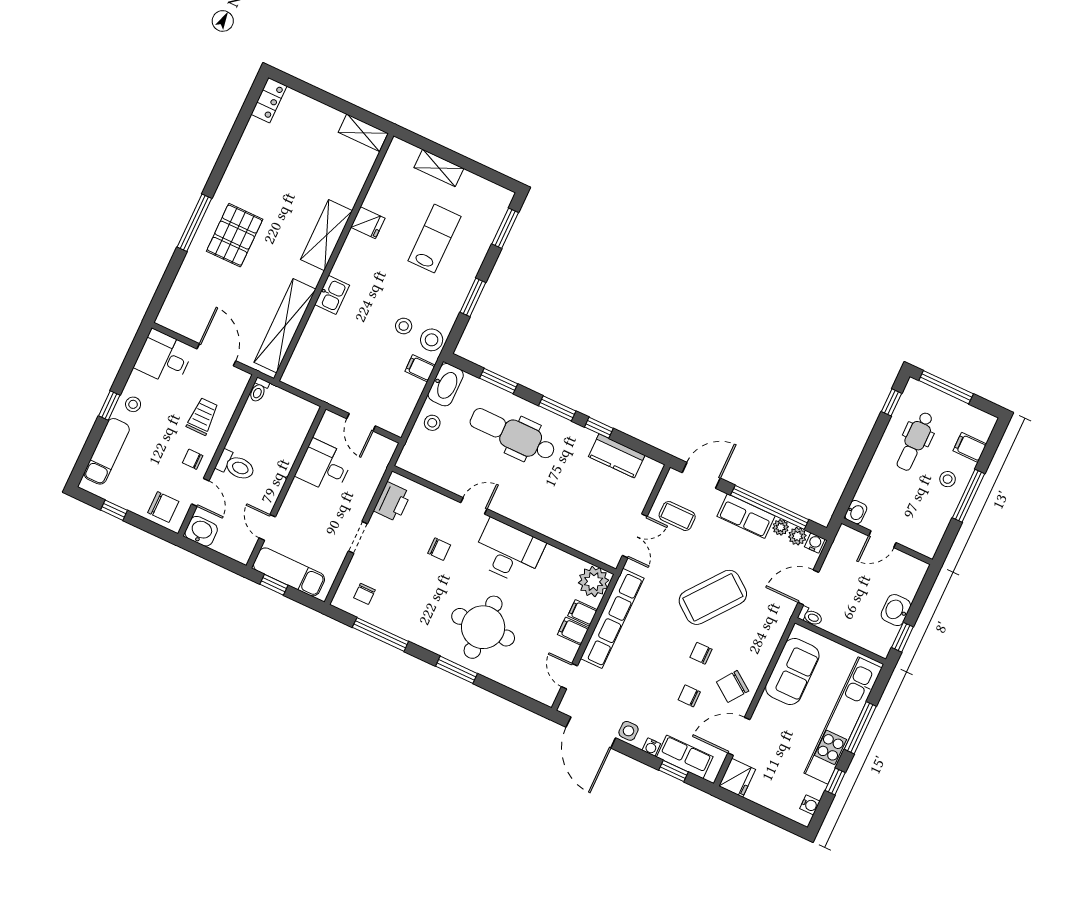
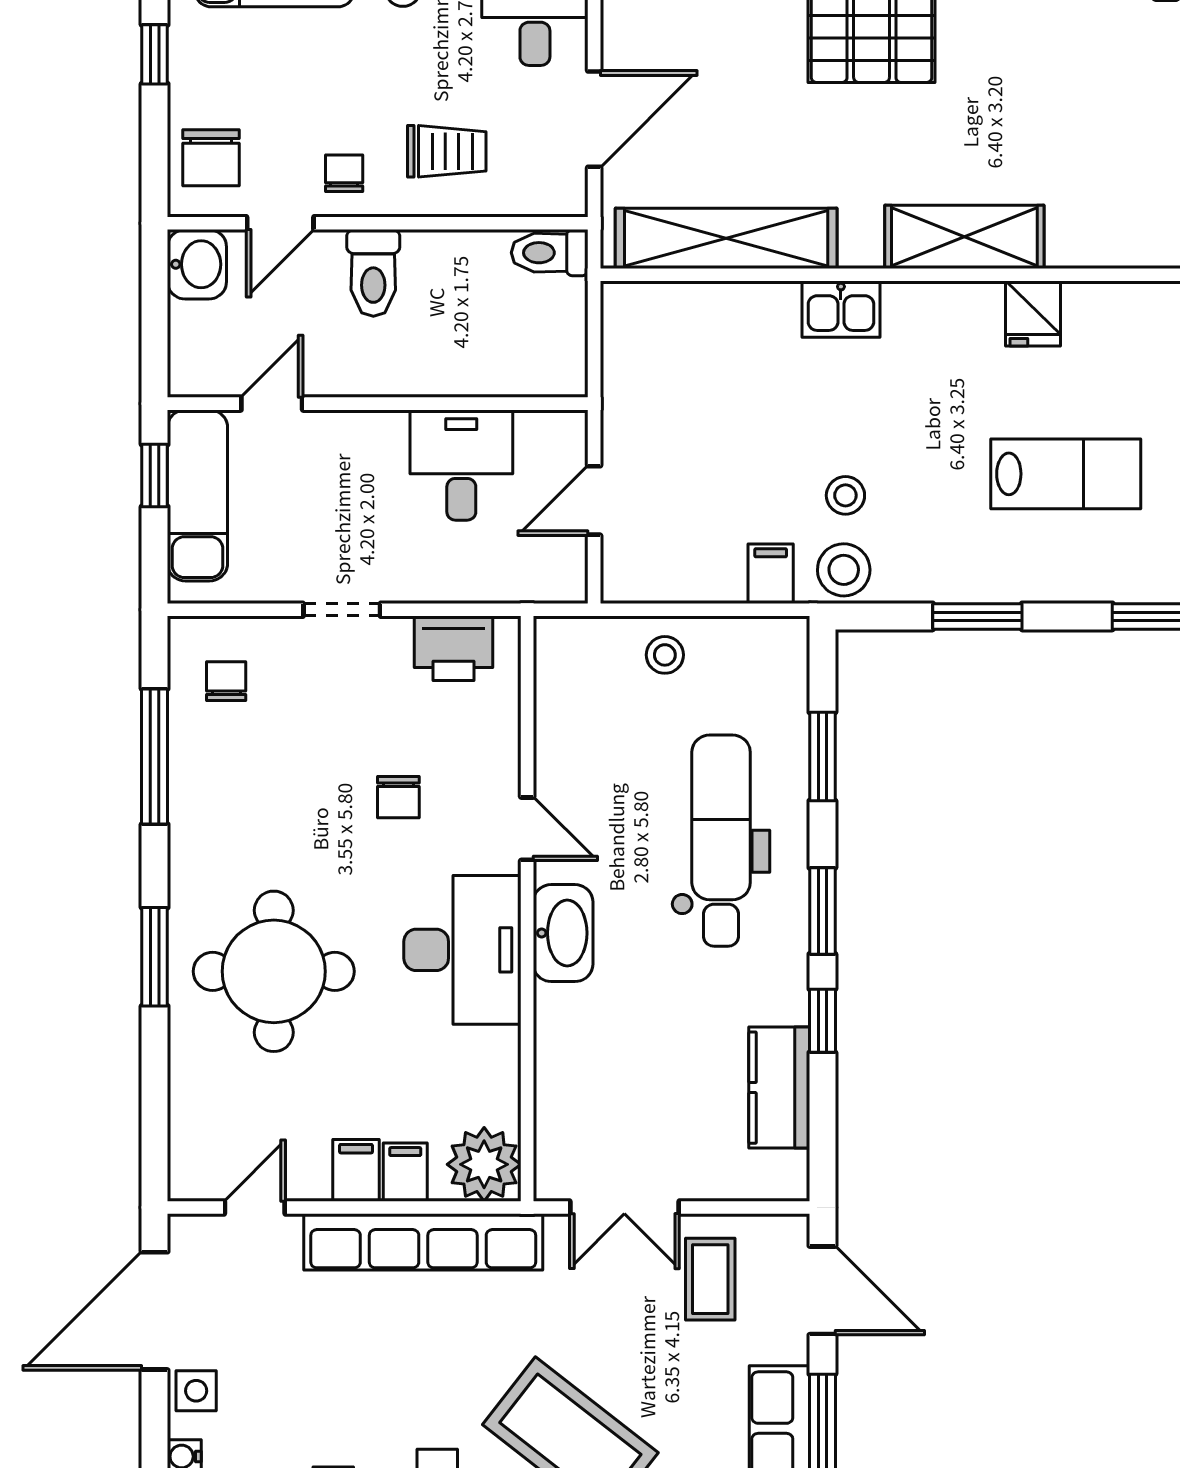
washbasin: (446, 385) -> (563, 933), moved, turned -90
toilet: (259, 390) -> (550, 253), width x1.37, depth x1.39
chair: (364, 594) -> (226, 681), turned 90

